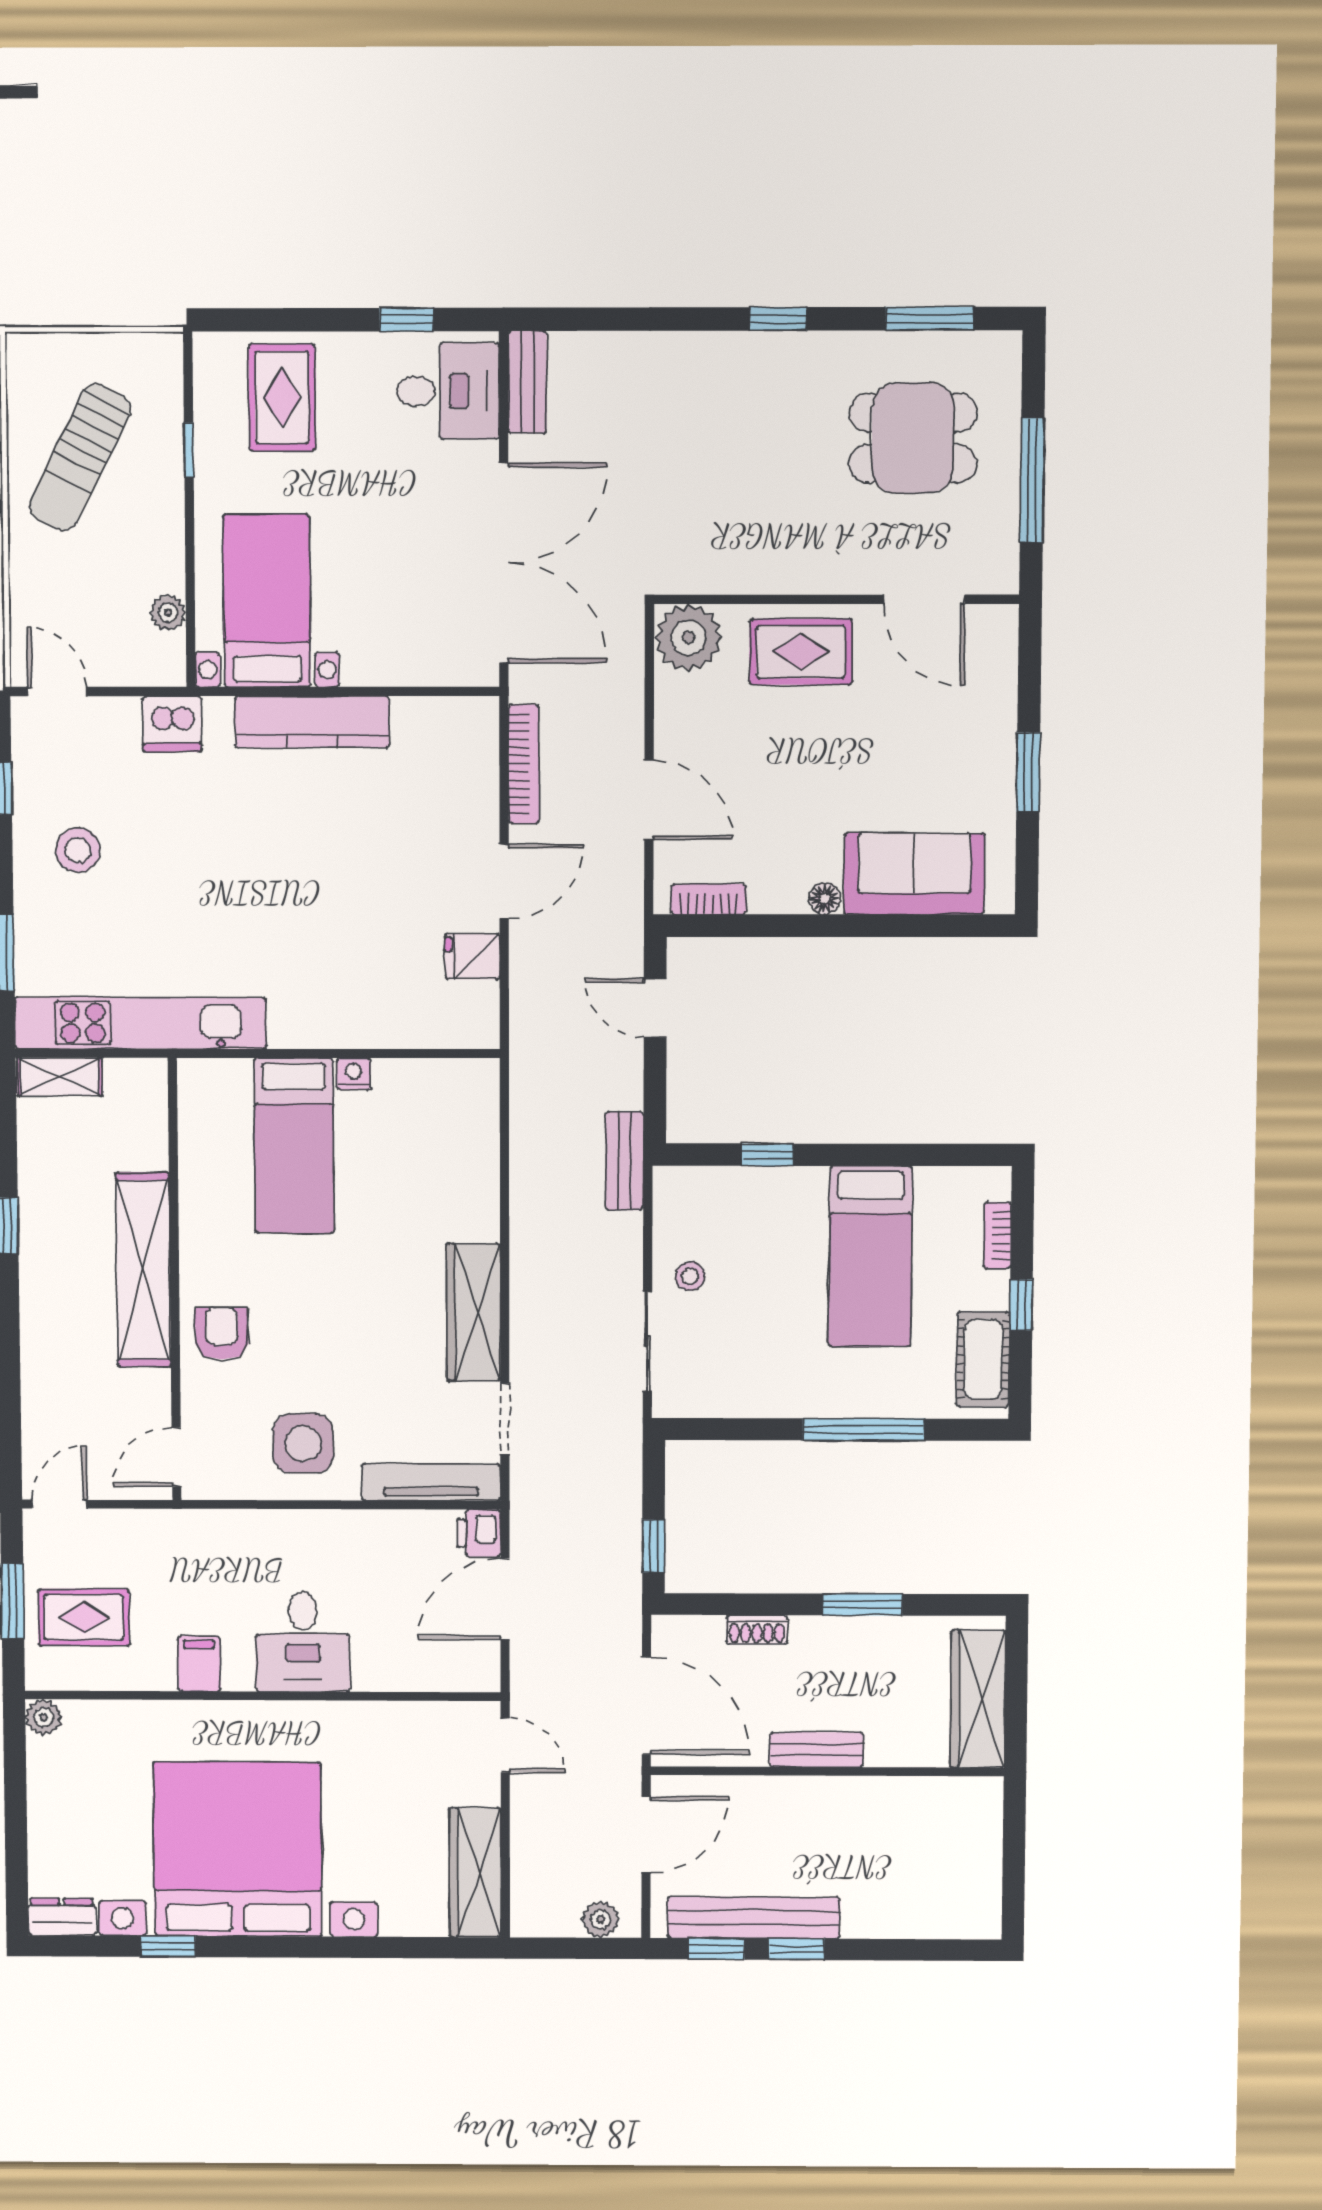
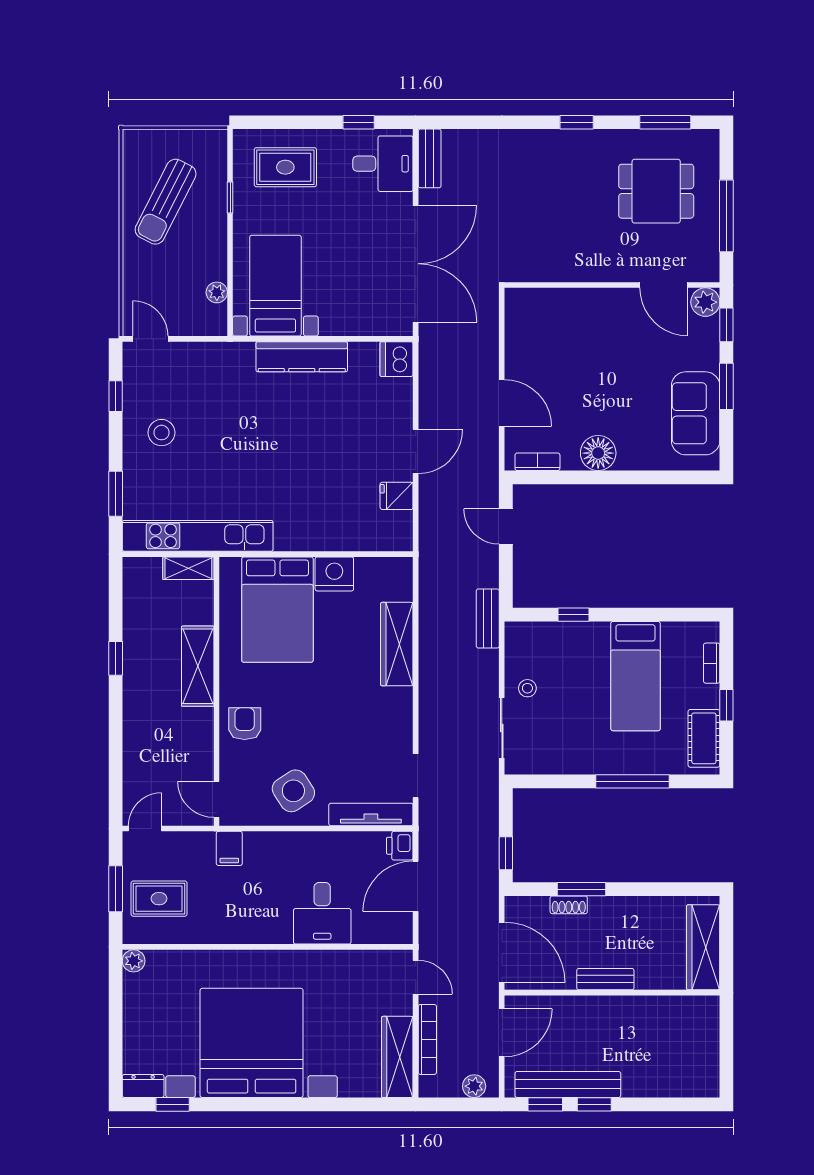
rug: (282, 398) -> (285, 167), turned 90
plant: (688, 638) -> (705, 302), moved, width x0.73, depth x0.73
rug: (801, 652) -> (591, 316), removed
window: (1030, 667) -> (726, 325), added
dishwasher: (172, 724) -> (397, 359), moved, turned 90
bookcase: (524, 764) -> (427, 1039), moved
sofa: (914, 874) -> (696, 413), moved, turned -90
floor lamp: (825, 899) -> (598, 453), width x1.89, depth x1.89
nightstand: (354, 1074) -> (334, 574), width x1.89, depth x1.79
shelving: (60, 1077) -> (188, 568), moved
bed: (294, 1146) -> (277, 610), width x1.50
shelving: (143, 1270) -> (198, 666), width x0.68
wardrobe: (473, 1312) -> (397, 644), moved
side table: (303, 1443) -> (293, 791), turned -33
door: (176, 1457) -> (217, 799), hinge flipped
window: (862, 1605) -> (582, 889), moved
desk: (303, 1642) -> (322, 913), moved
filing cabinet: (199, 1664) -> (229, 848), moved, turned 180
window: (168, 1946) -> (173, 1104), moved

